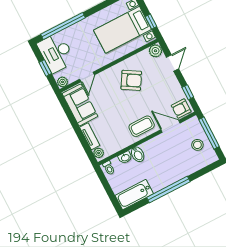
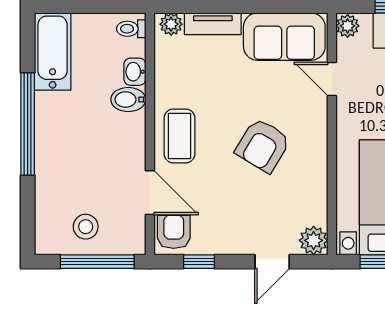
door: (173, 63) -> (272, 262), hinge flipped
armchair: (131, 80) -> (263, 145), moved
door: (170, 126) -> (150, 193), hinge flipped

